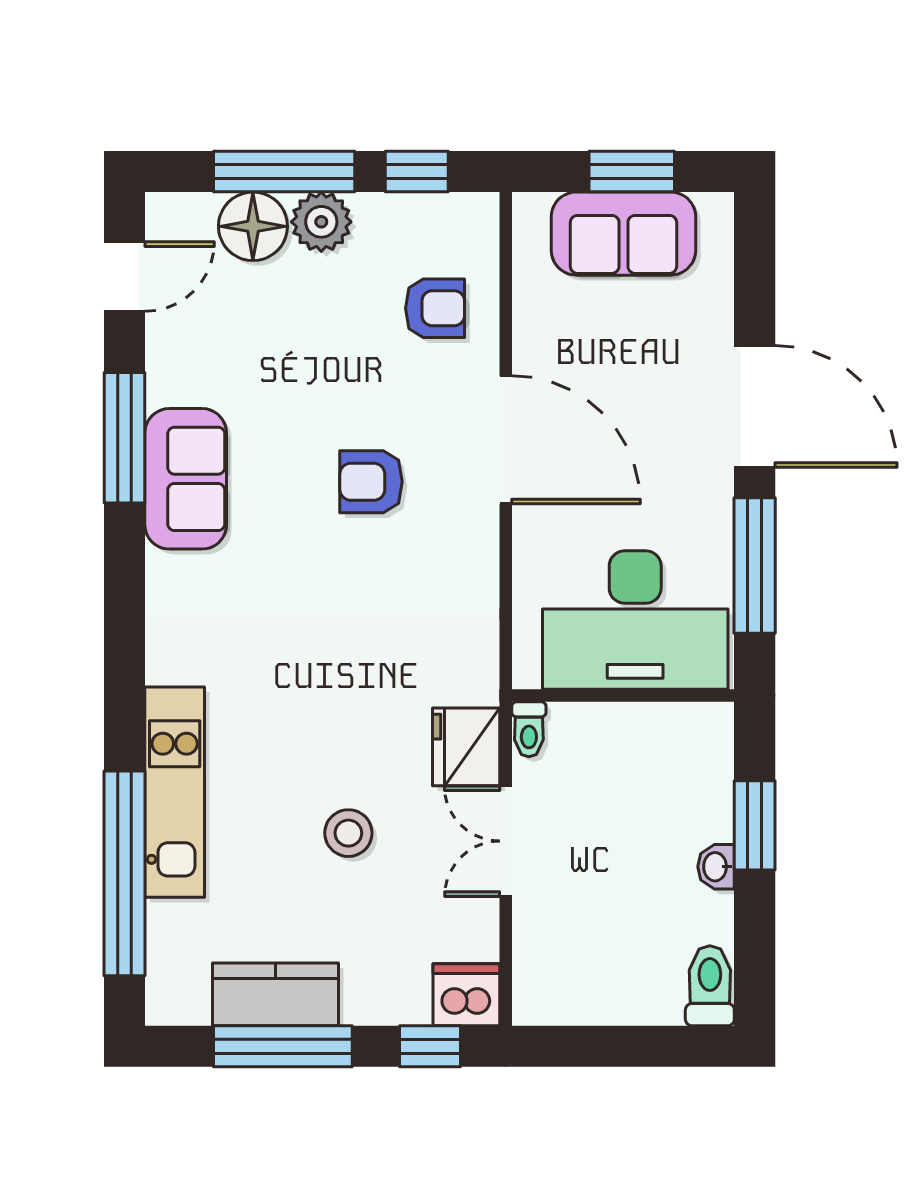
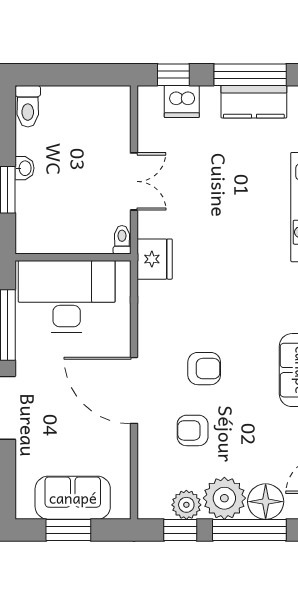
plant: (405, 220) -> (186, 505), added
plant: (321, 222) -> (224, 498), width x1.36, depth x1.36
armchair: (435, 308) -> (193, 430), moved
fridge: (466, 747) -> (155, 259), moved
stool: (348, 833) -> (216, 186), removed
dishwasher: (466, 995) -> (182, 102), moved

